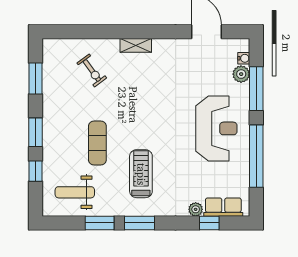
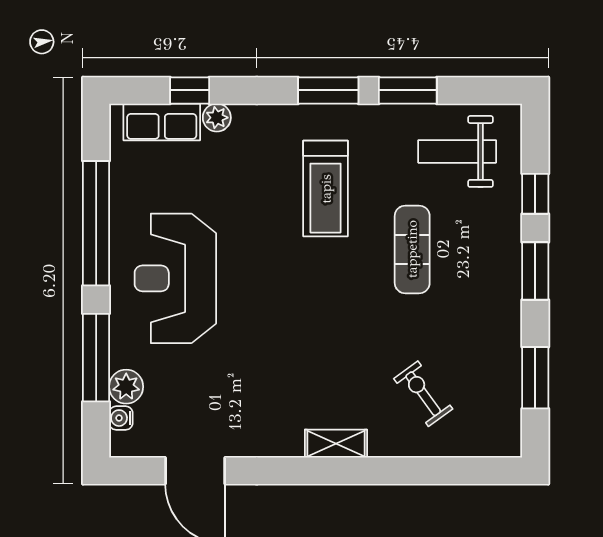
weight bench: (75, 192) -> (457, 151), turned 180

